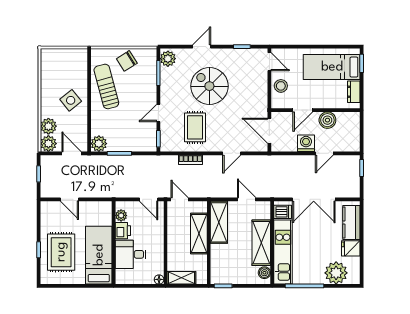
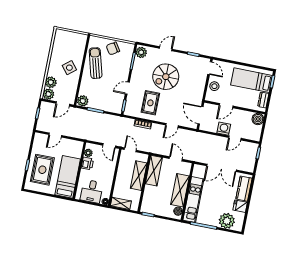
spiral stairs: (209, 86) -> (166, 77), turned -90
boiler: (327, 120) -> (258, 119), moved
door: (72, 153) -> (63, 104), swing flipped
door: (69, 199) -> (55, 135), hinge flipped
dishwasher: (283, 212) -> (199, 172), removed
desk: (131, 254) -> (92, 191), moved, turned -90

